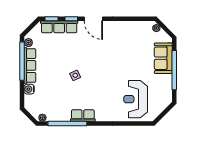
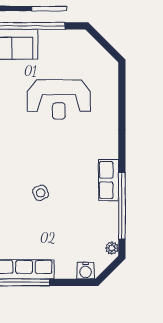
water cooler: (29, 89) -> (86, 271), moved
reception desk: (136, 99) -> (59, 99), moved

